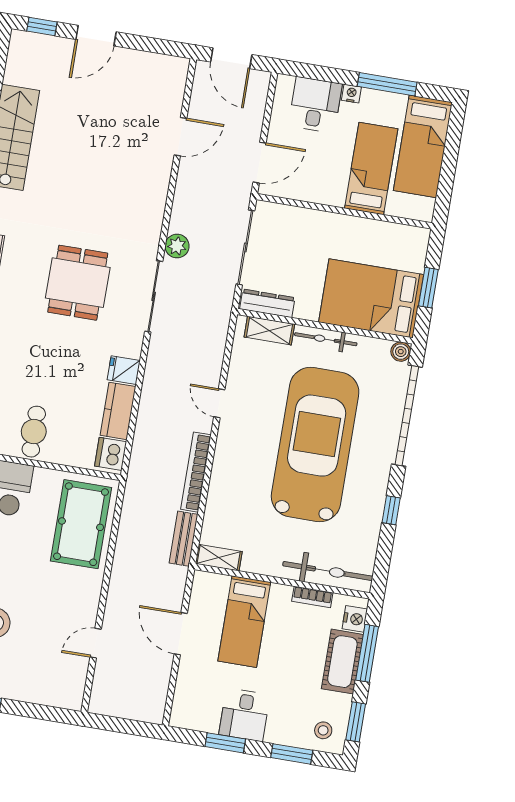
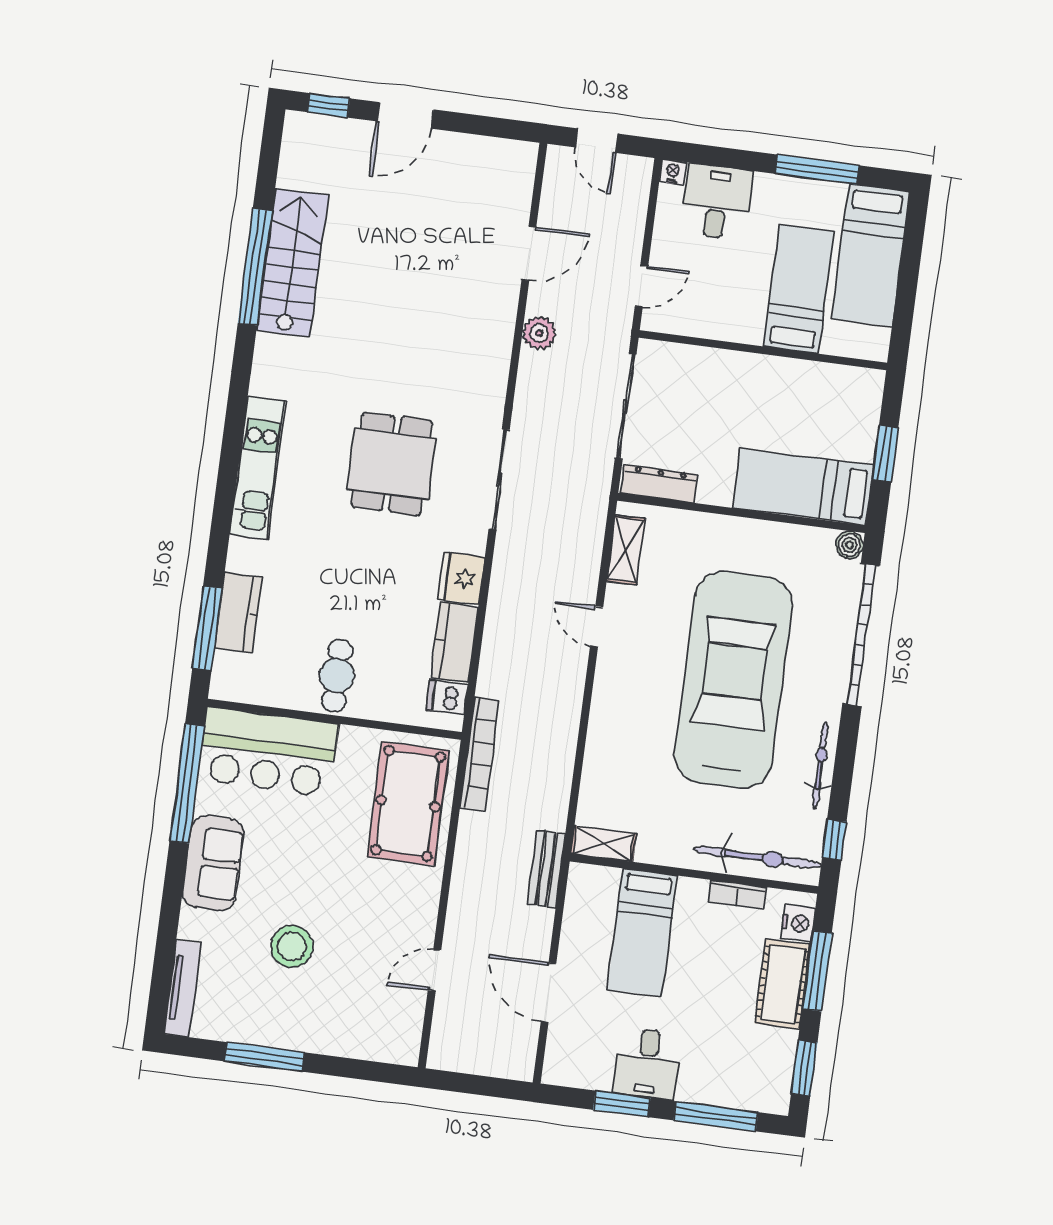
door: (231, 58) -> (597, 141), width x0.73
nightstand: (351, 94) -> (673, 172), moved
door: (260, 163) -> (641, 286), width x0.73
plant: (177, 246) -> (539, 333), moved
bed: (371, 298) -> (803, 487), width x0.67
shelving: (269, 331) -> (626, 550), moved, turned 90
bicycle: (326, 339) -> (820, 765), moved, turned 90
fridge: (124, 370) -> (461, 578), width x1.38
dishwasher: (111, 454) -> (447, 698), width x0.73
bookcase: (196, 472) -> (480, 754), moved, turned 180
window: (391, 510) -> (834, 840), moved
bench: (184, 539) -> (546, 869), moved
door: (181, 634) -> (548, 993), moved
stool: (323, 730) -> (759, 1082), removed
window: (292, 754) -> (716, 1116), width x1.44

